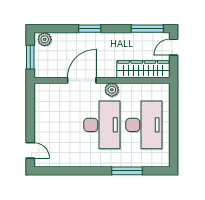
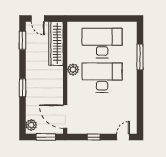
window: (147, 29) -> (22, 40), width x0.69
door: (82, 80) -> (65, 117), moved
window: (30, 115) -> (94, 137), added

